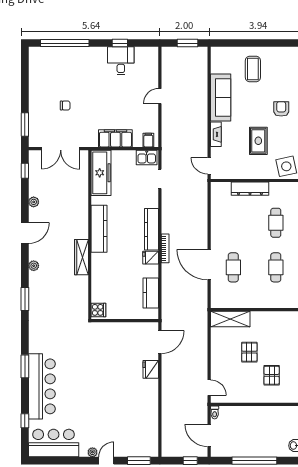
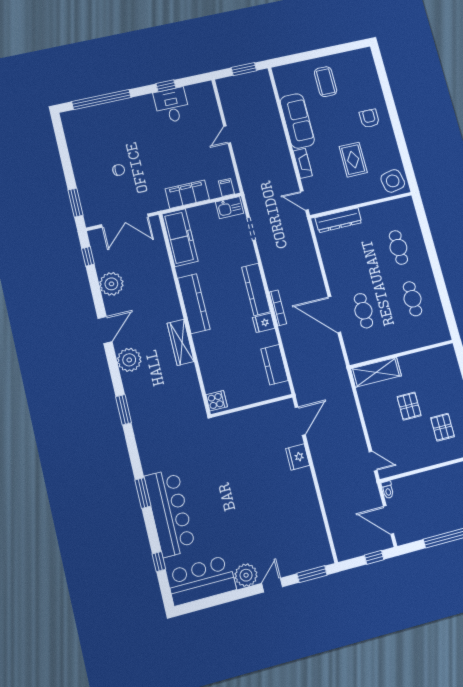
dresser: (250, 189) -> (338, 220), moved
plant: (34, 202) -> (111, 284), width x1.88, depth x1.88
plant: (34, 266) -> (129, 360), width x1.88, depth x1.88
plant: (92, 452) -> (246, 575), width x1.87, depth x1.87

